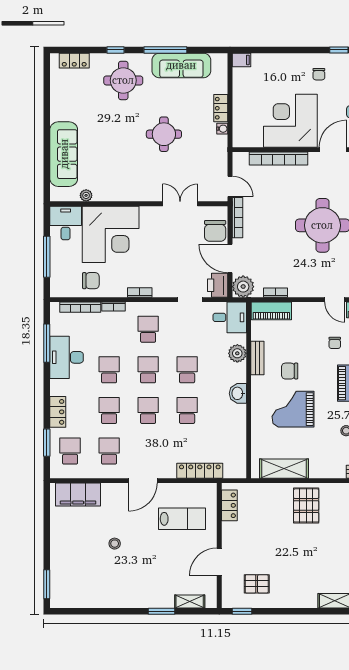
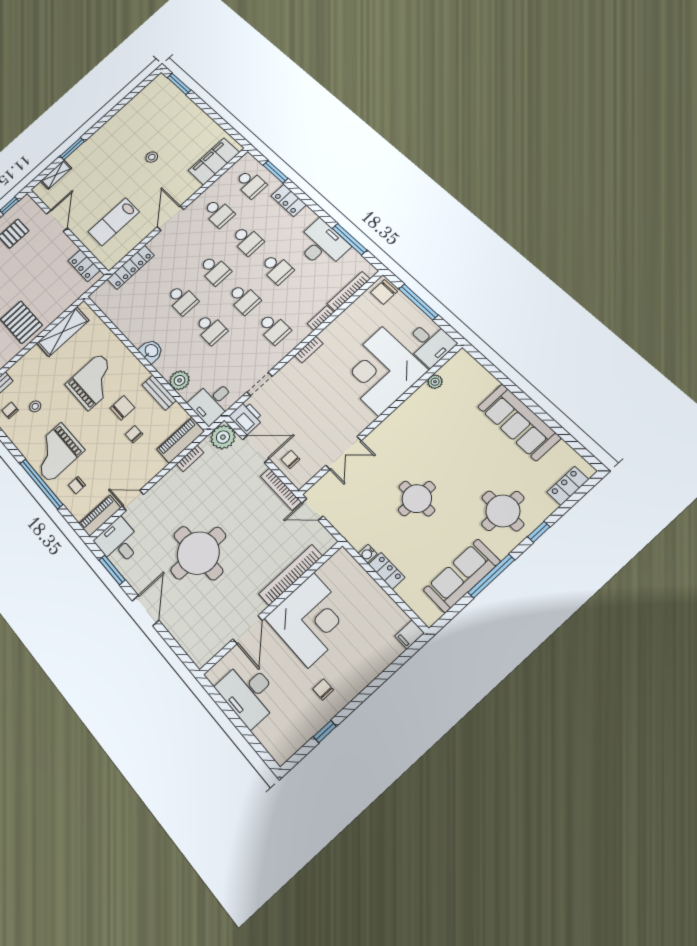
sofa: (64, 154) -> (519, 422), moved
chair: (215, 231) -> (290, 459), width x0.54, depth x0.54
chair: (91, 281) -> (384, 292), moved
chair: (335, 343) -> (134, 434), moved

